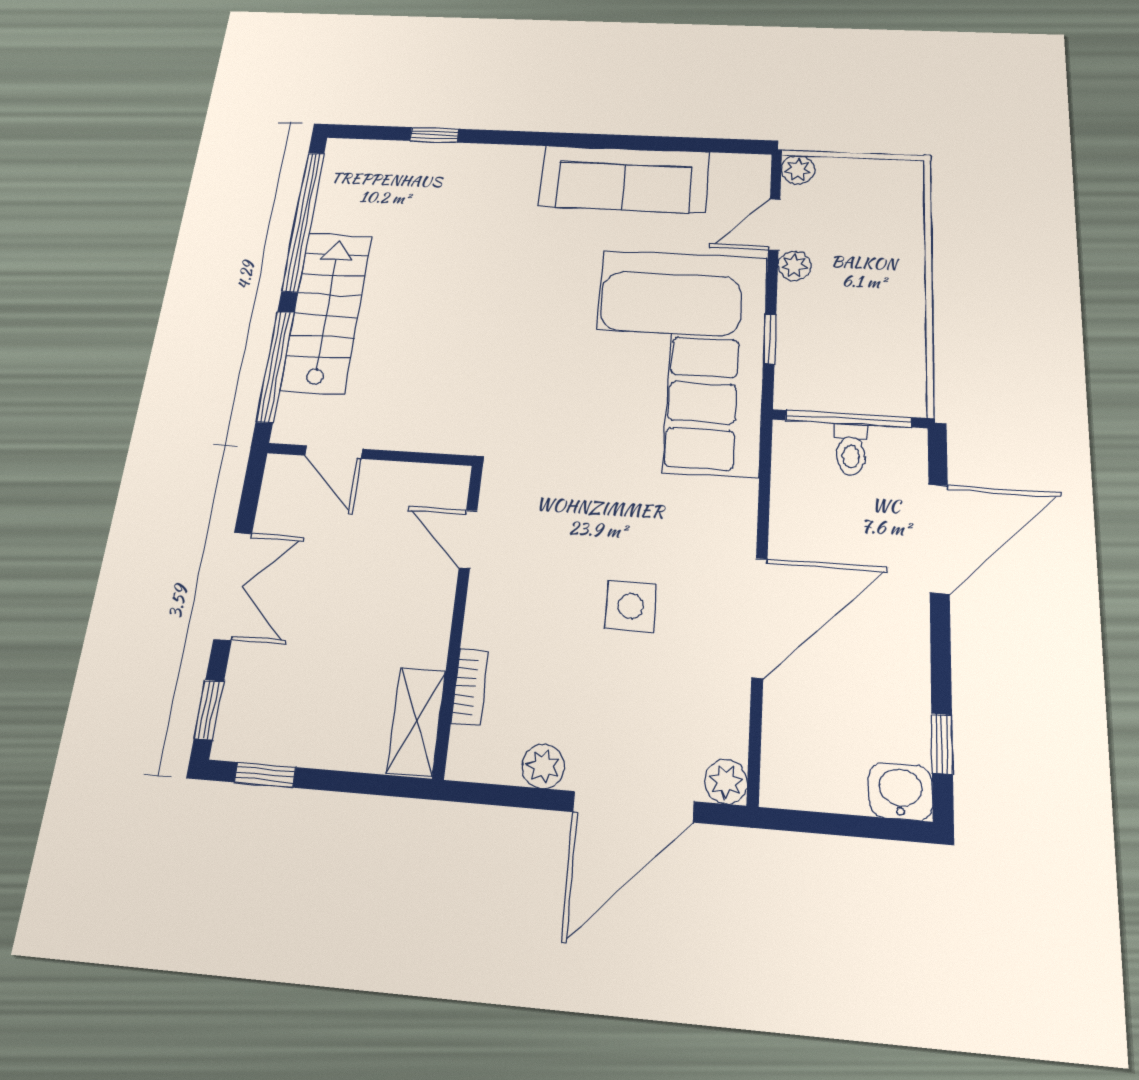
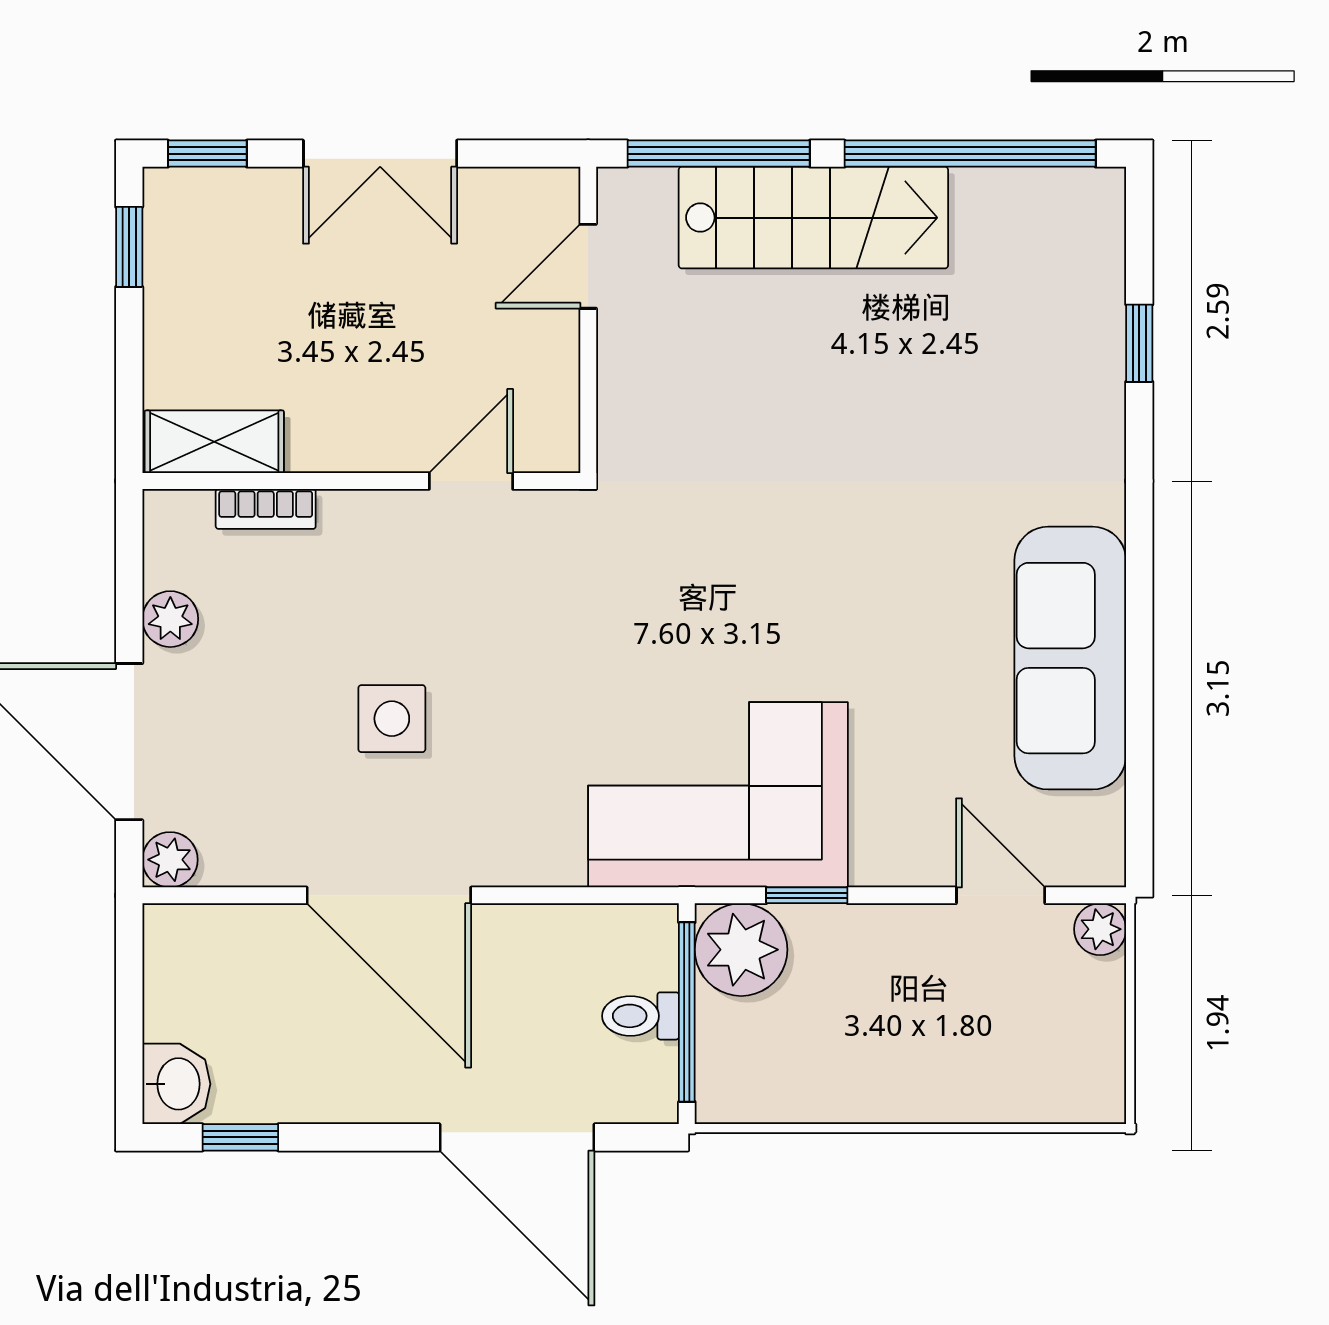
plant: (794, 266) -> (741, 950), moved, width x1.87, depth x1.87
corner sofa: (678, 360) -> (718, 795), width x0.73, depth x0.74

